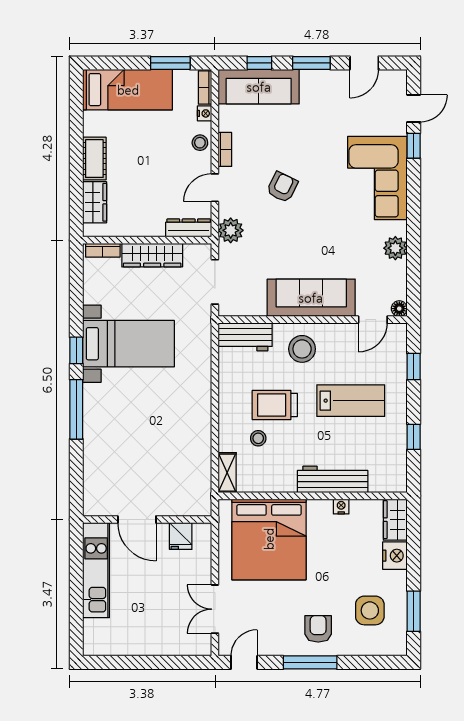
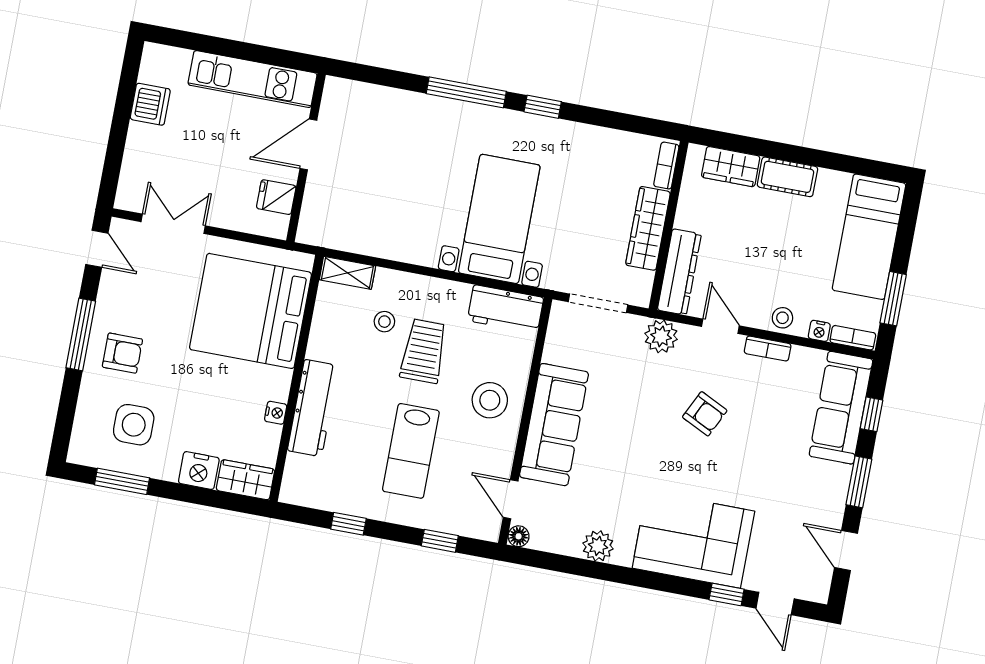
dresser: (189, 228) -> (679, 272), width x1.37, depth x1.24
workbench: (245, 337) -> (505, 309), moved, turned -90
bed with nightstands: (128, 344) -> (499, 219), moved, turned 180
dishwasher: (129, 643) -> (150, 104), added

